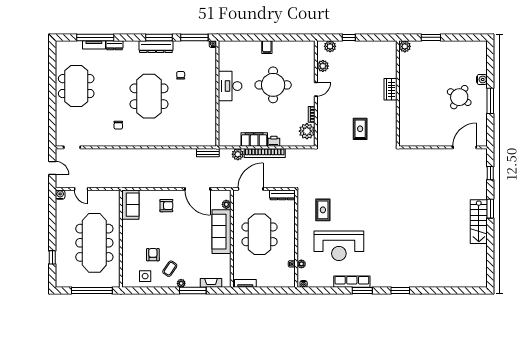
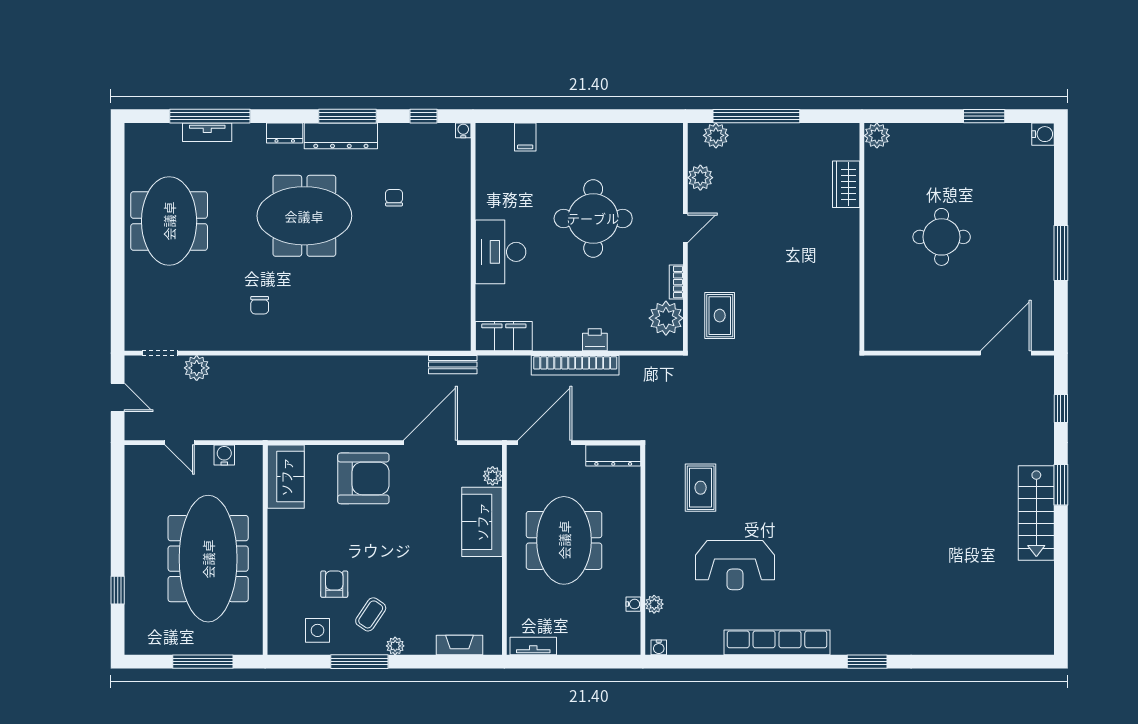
window: (194, 37) -> (423, 116), width x0.46
window: (349, 37) -> (756, 116), width x3.17
window: (431, 37) -> (984, 116), moved
dresser: (114, 45) -> (285, 133), moved
filing cabinet: (267, 47) -> (525, 137), moved
water cooler: (482, 79) -> (1043, 134), moved
desk: (230, 86) -> (500, 252), moved
wardrobe: (391, 89) -> (846, 184), moved
meeting table: (149, 96) -> (304, 216), moved, turned 90
round table: (459, 97) -> (942, 237), moved, turned -32
rug: (360, 129) -> (720, 316), moved
filing cabinet: (254, 140) -> (504, 336), moved
plant: (238, 154) -> (197, 368), moved
door: (197, 189) -> (430, 443), swing flipped
water cooler: (60, 195) -> (224, 455), moved
armchair: (166, 206) -> (363, 478), width x1.88, depth x1.88
sofa: (221, 232) -> (482, 522), width x0.73
reception desk: (339, 246) -> (735, 565), width x0.74, depth x0.77
row of seats: (352, 282) -> (777, 642), width x1.36
window: (92, 291) -> (203, 662), width x0.68
window: (193, 291) -> (359, 662), moved
window: (362, 291) -> (785, 662), removed

